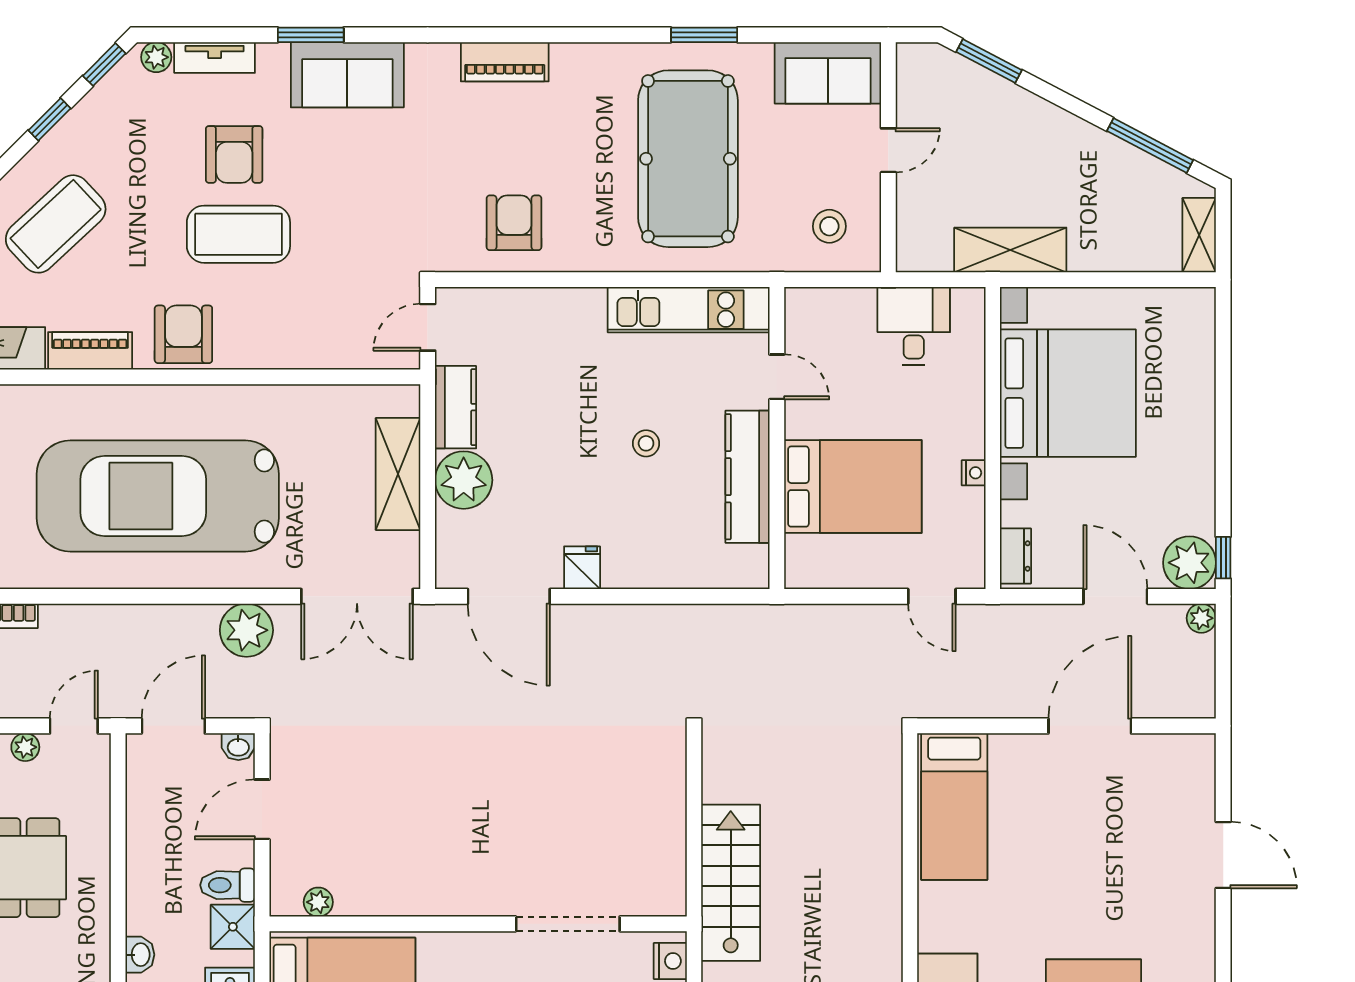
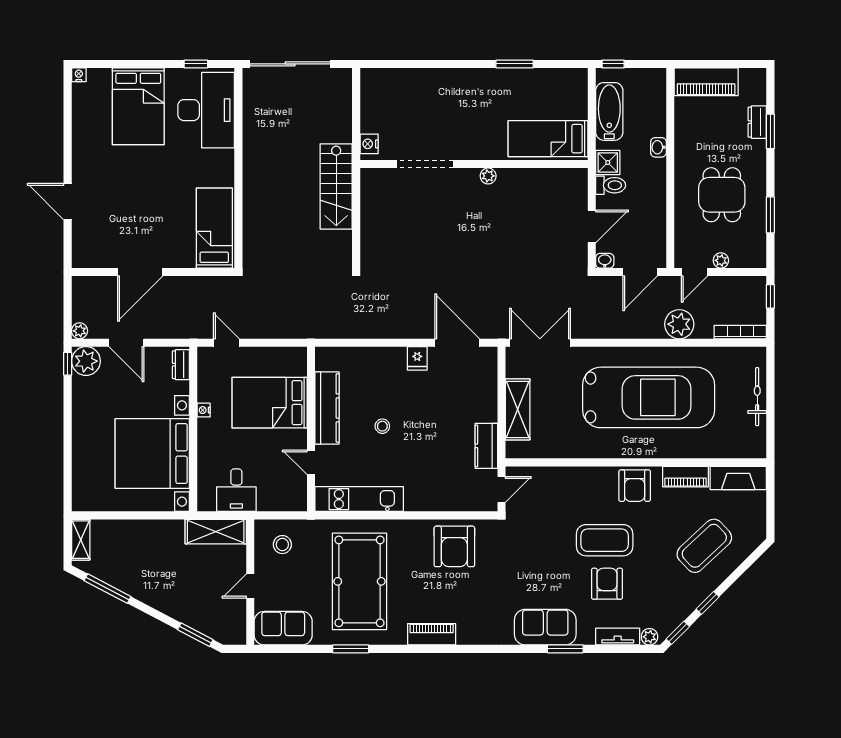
piano: (505, 62) -> (432, 634), moved
armchair: (514, 223) -> (454, 546), width x1.36, depth x1.36
shelving: (1010, 250) -> (216, 532), moved
plant: (464, 480) -> (482, 406), removed
plant: (246, 630) -> (679, 324), moved
plant: (318, 902) -> (488, 176), moved

